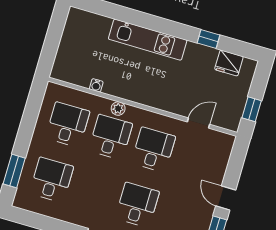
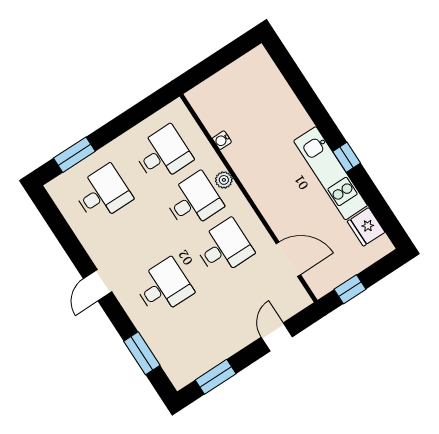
window: (209, 39) -> (347, 157), moved
kitchen unit: (148, 40) -> (331, 173), moved
door: (199, 123) -> (288, 259), width x1.37
door: (226, 198) -> (277, 337), moved

